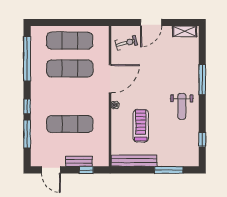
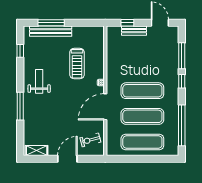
exercise mat: (70, 124) -> (142, 91), moved
bench: (134, 161) -> (51, 31), moved

